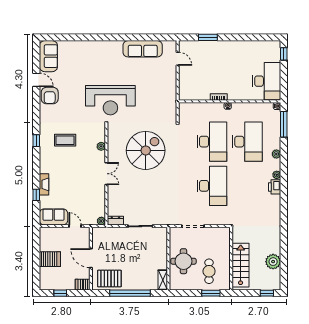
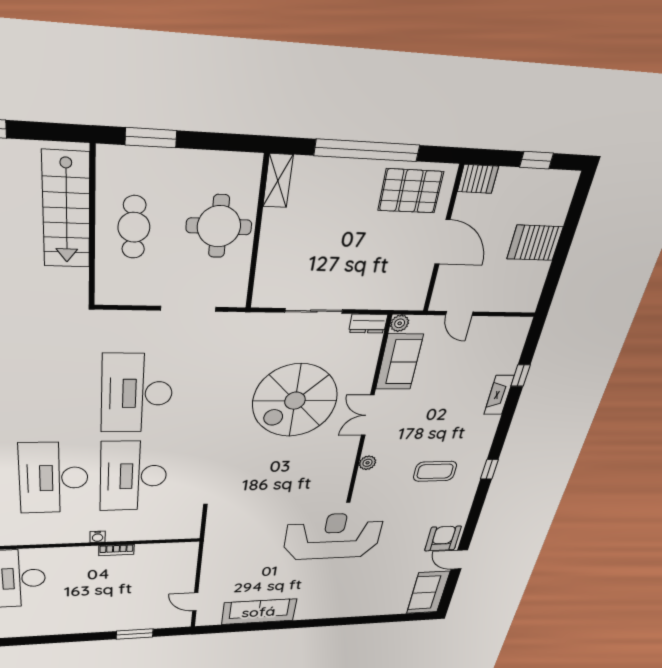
spiral stairs: (146, 150) -> (295, 401), moved
sofa: (53, 217) -> (399, 362), moved, turned -90
cafe table: (209, 271) -> (134, 227), moved

